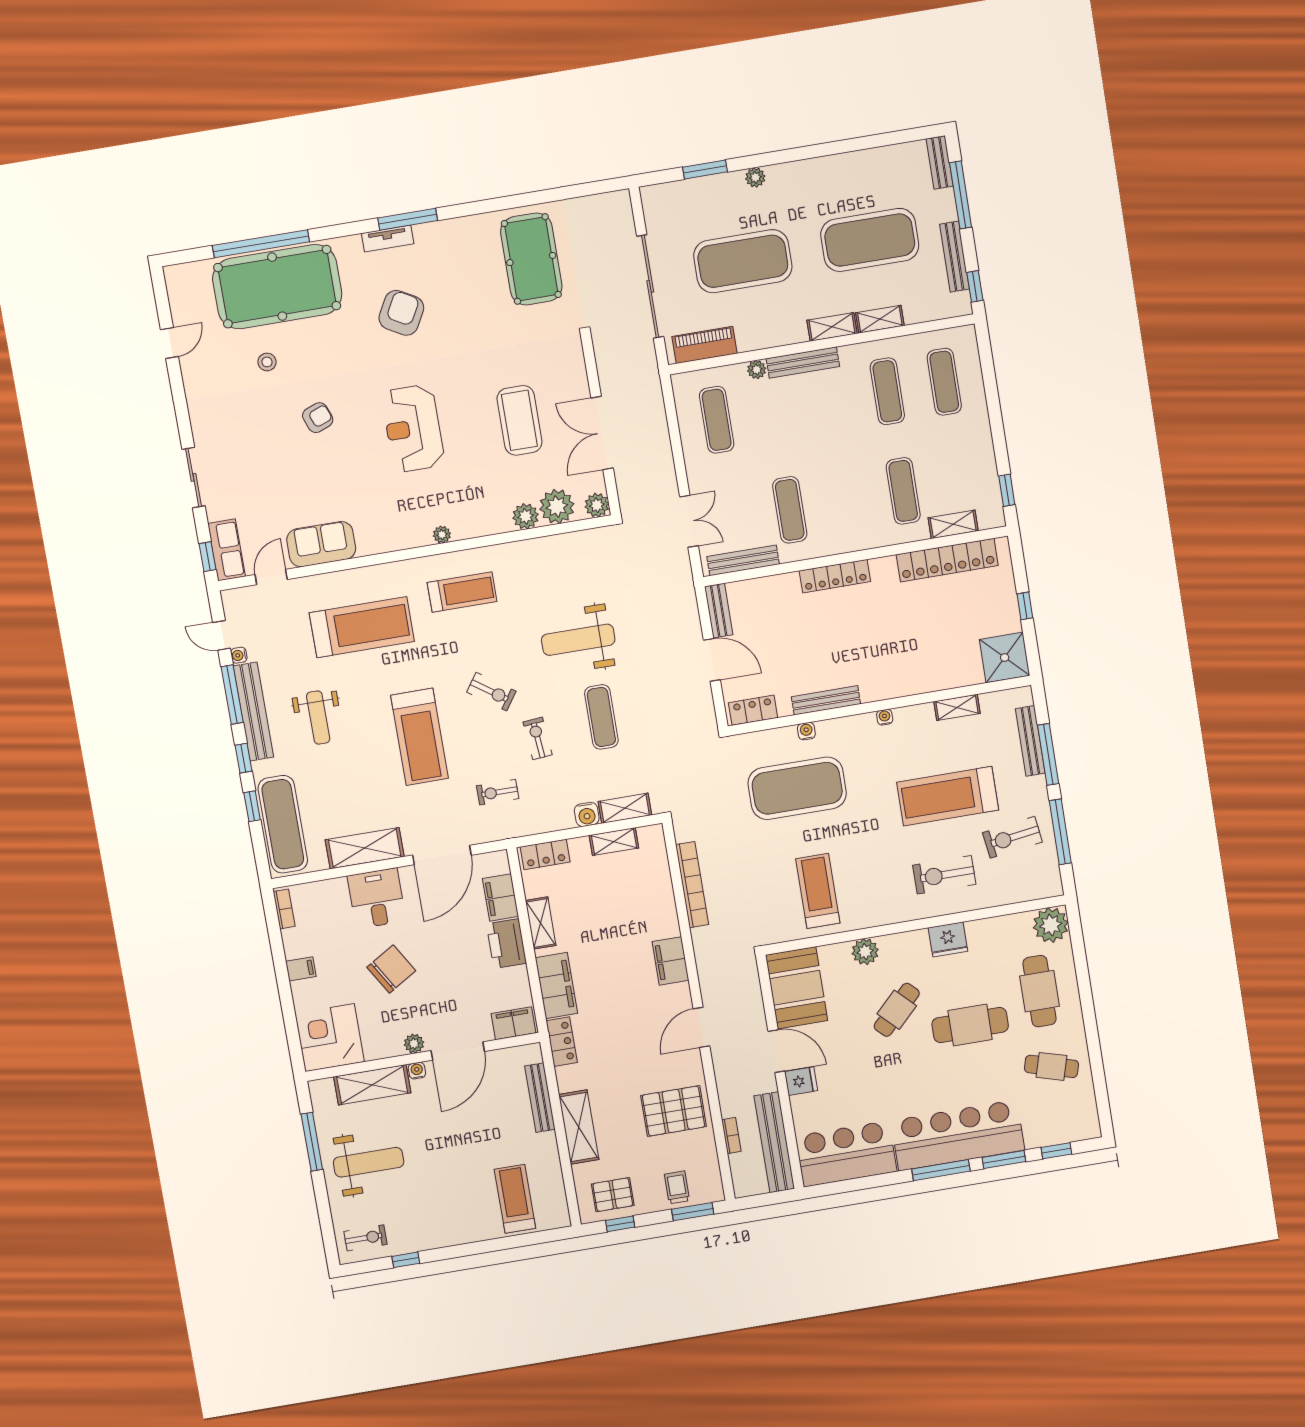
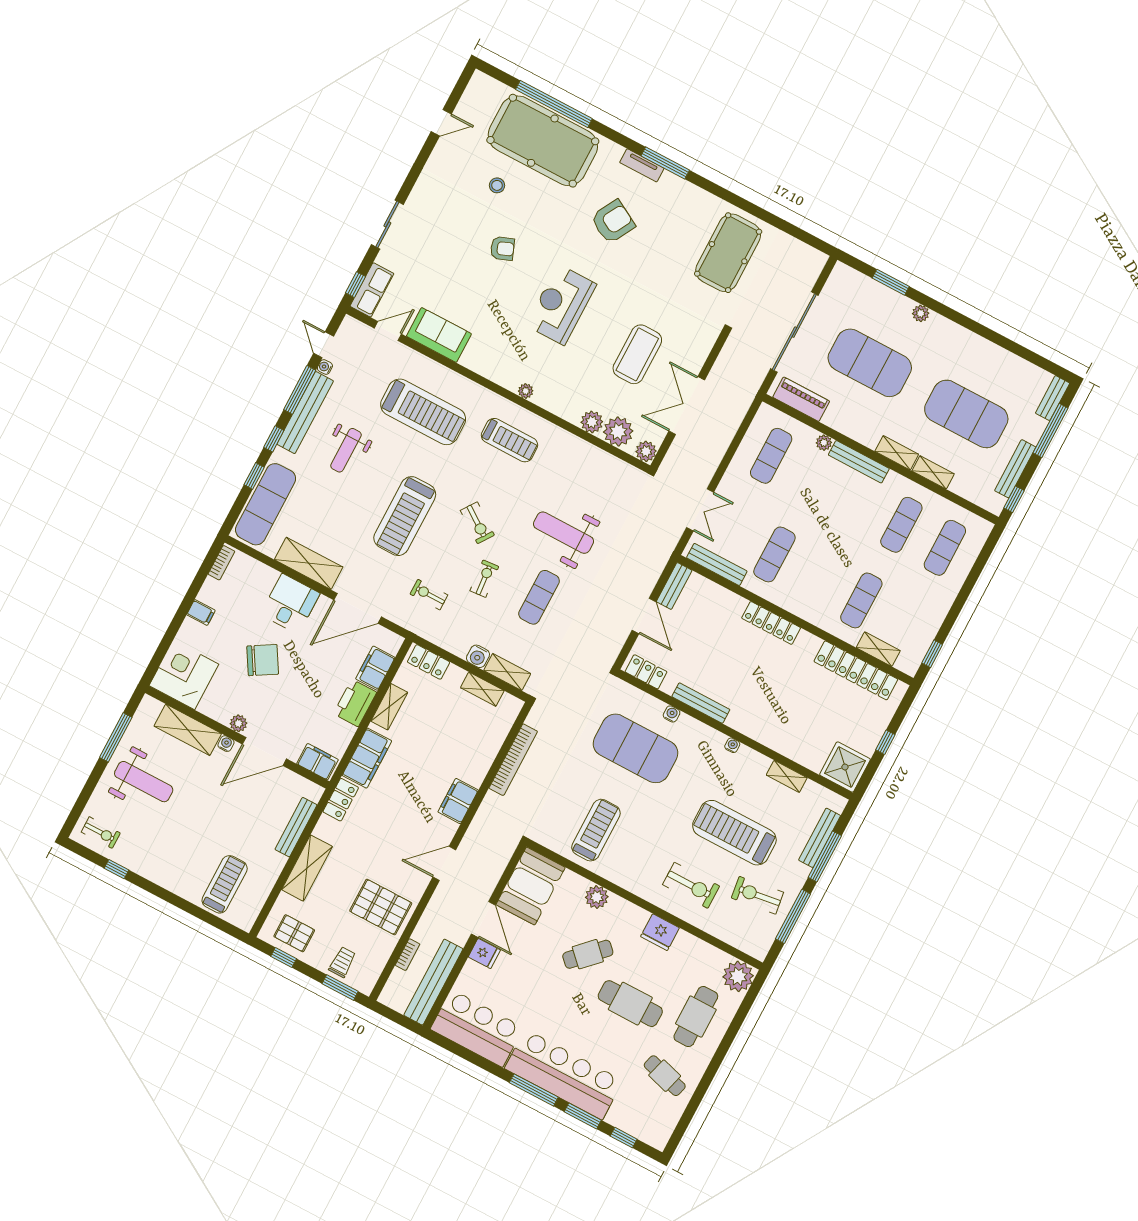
exercise bike: (944, 875) -> (691, 885), turned 180

